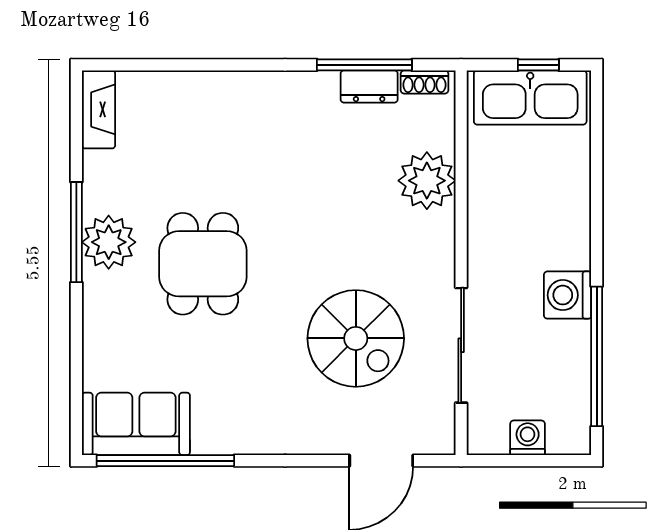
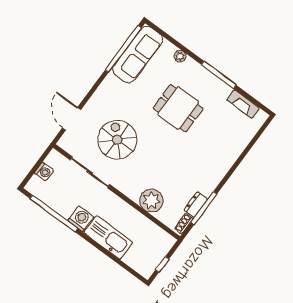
kitchen sink: (530, 97) -> (108, 238), moved, turned 90
fireplace: (99, 109) -> (243, 104), moved
plant: (109, 242) -> (180, 56), moved, width x0.53, depth x0.53
spiral stairs: (356, 338) -> (117, 140), turned 90
sofa: (136, 424) -> (138, 54), width x1.36

